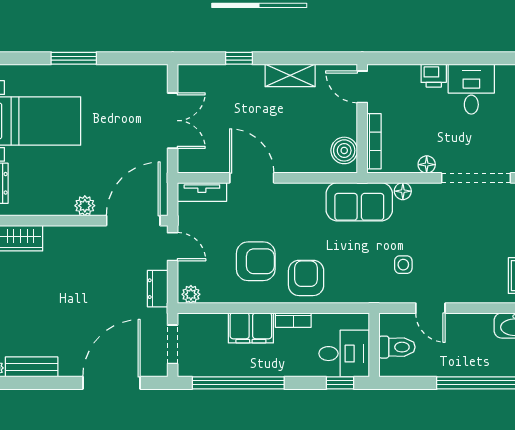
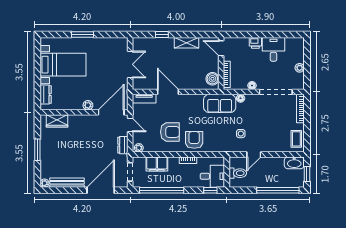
door: (430, 308) -> (254, 154), hinge flipped
filing cabinet: (251, 328) -> (157, 164), moved
bench: (32, 367) -> (67, 183), width x1.36

